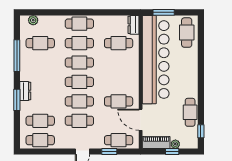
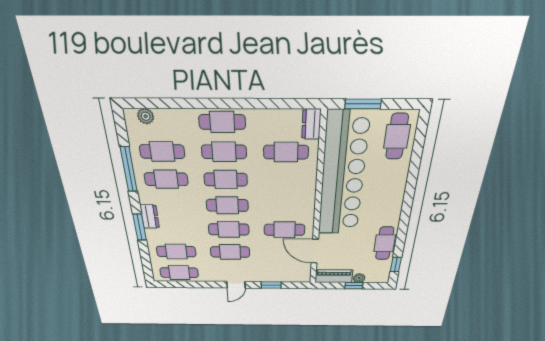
cafe table: (119, 140) -> (166, 179), moved

